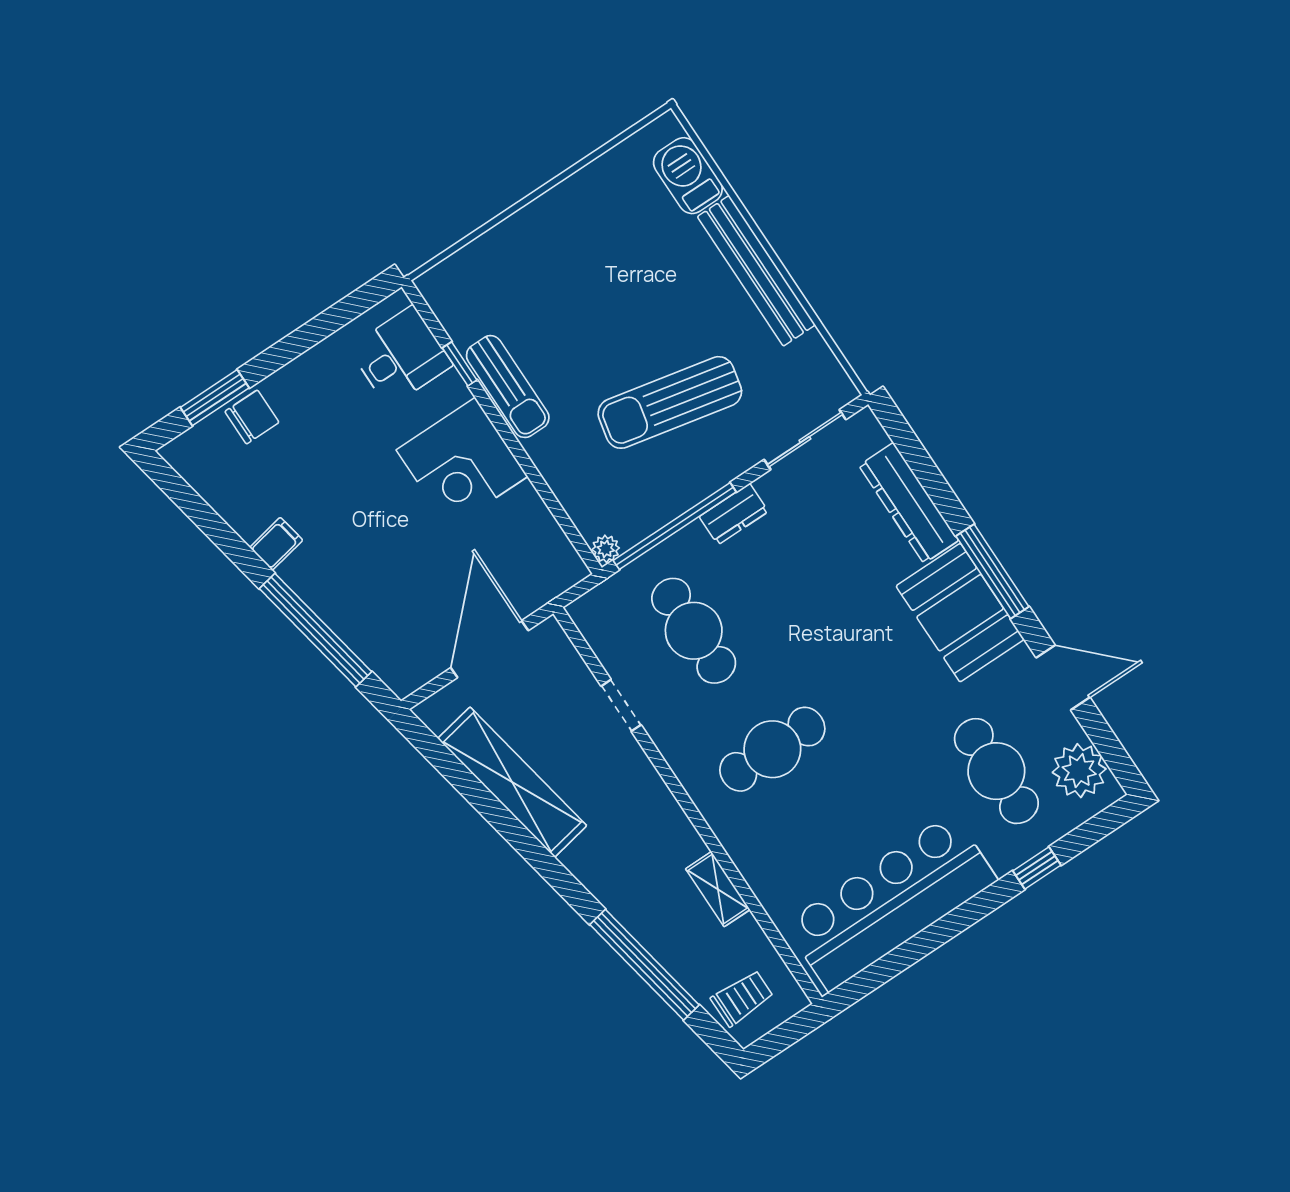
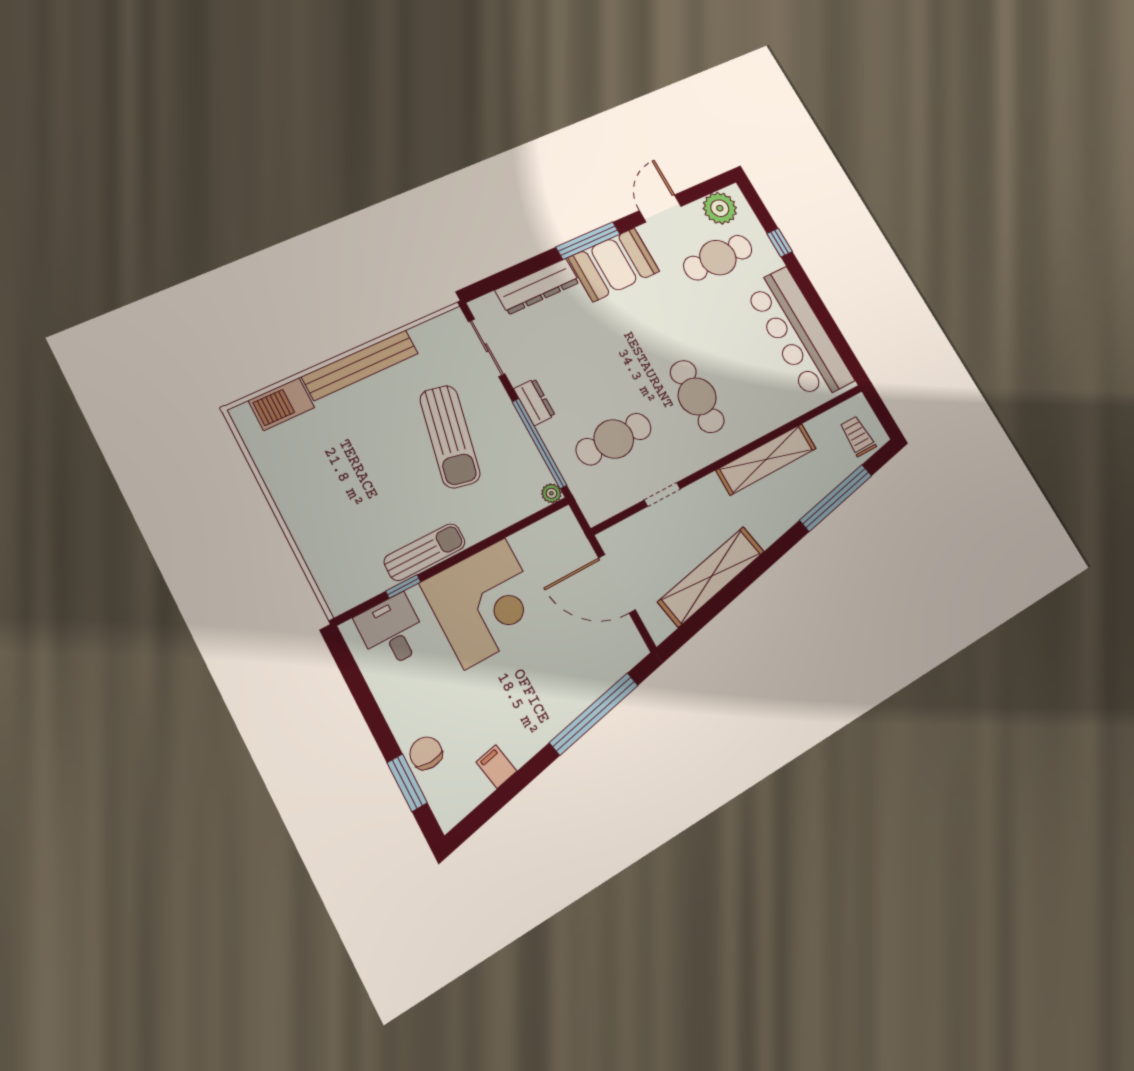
corner desk: (462, 463) -> (485, 603), width x1.36, depth x1.36
filing cabinet: (276, 544) -> (496, 767), moved
shelving: (718, 889) -> (766, 459), width x2.20, depth x1.33

